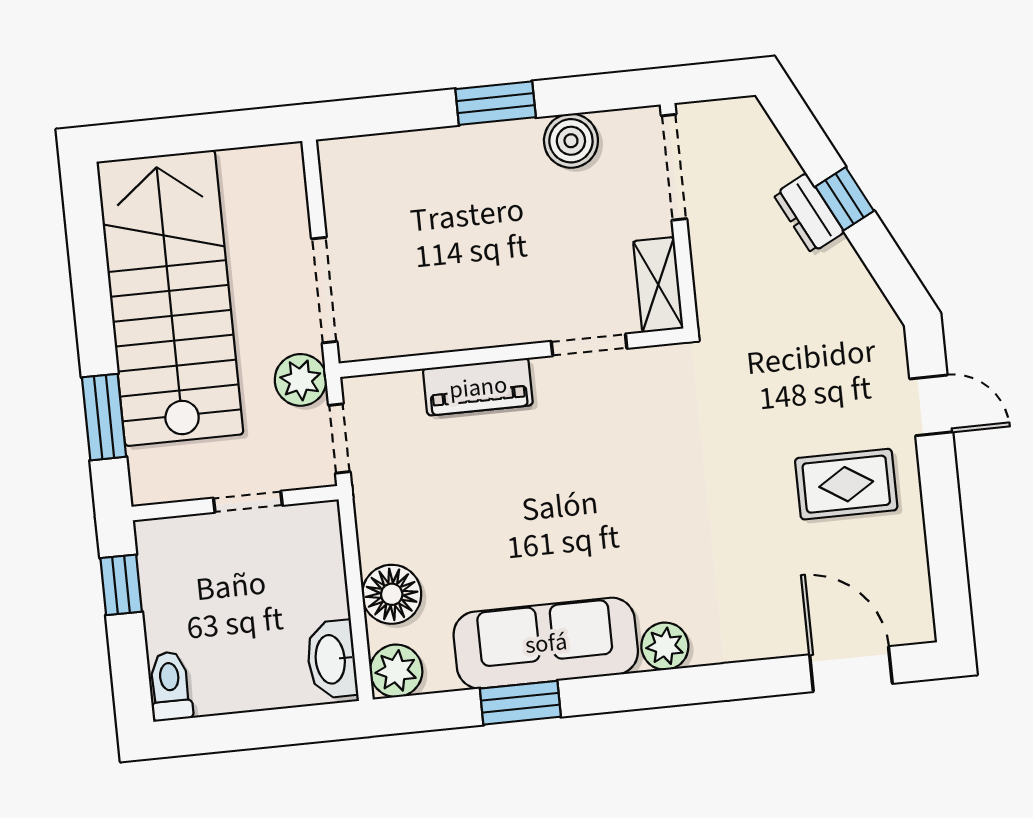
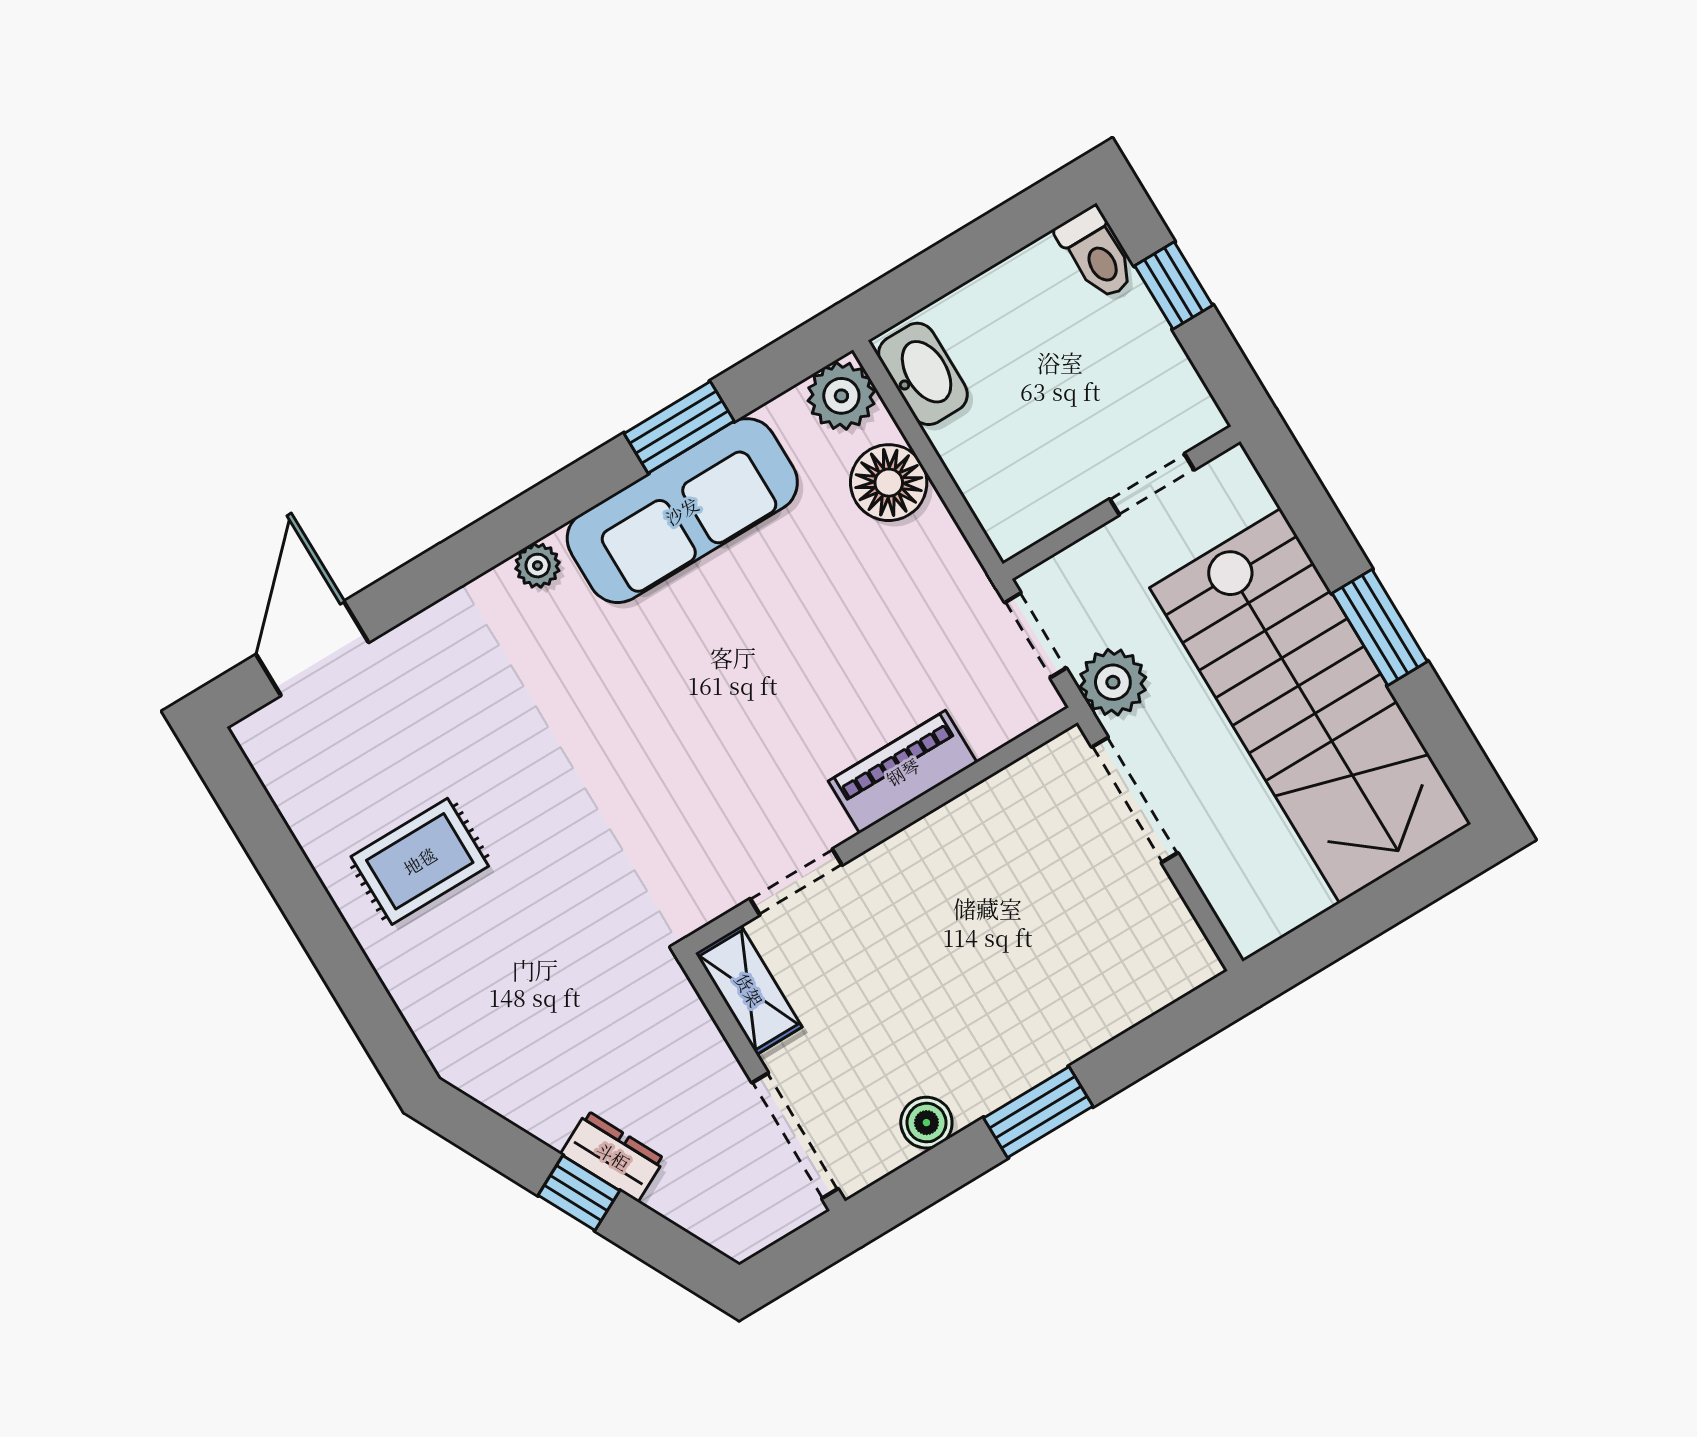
boiler: (571, 141) -> (926, 1123), width x0.73, depth x0.73
door: (931, 405) -> (364, 1000), removed
window: (104, 417) -> (1380, 627), moved
doorway: (248, 502) -> (1152, 484), moved
window: (121, 585) -> (1174, 286), moved
plant: (665, 646) -> (538, 566), width x0.73, depth x0.73
door: (851, 669) -> (312, 648), swing flipped

